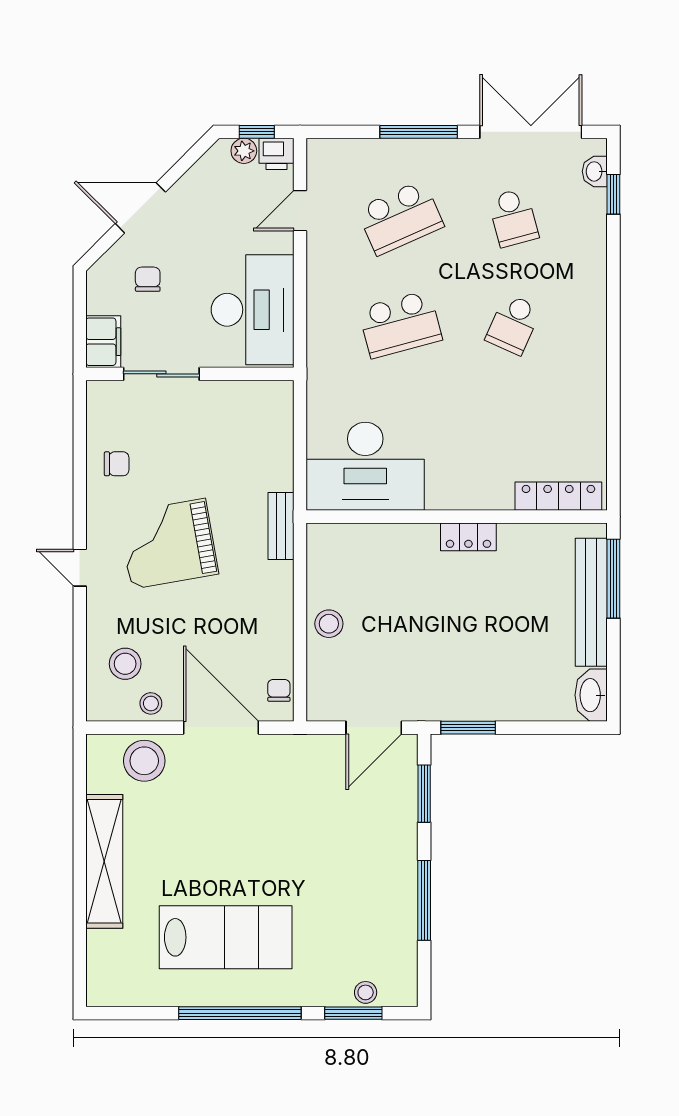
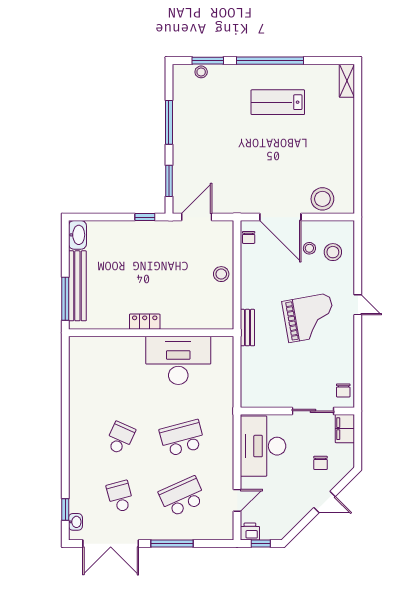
plant: (244, 151) -> (268, 533), removed
door: (140, 208) -> (325, 502), width x0.73
chair: (117, 464) -> (343, 390), moved, turned -90
desk: (365, 466) -> (178, 360), moved
locker: (558, 496) -> (95, 344), removed
stool: (151, 703) -> (309, 248), moved
window: (468, 728) -> (145, 217), width x0.67
shelving: (104, 861) -> (347, 81), moved, width x0.45, depth x0.75
lab bench: (226, 937) -> (278, 102), width x0.73, depth x0.72

